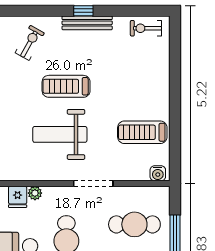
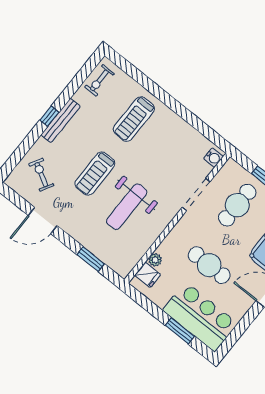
treadmill: (142, 132) -> (134, 119), moved
doorway: (93, 184) -> (196, 195), moved

